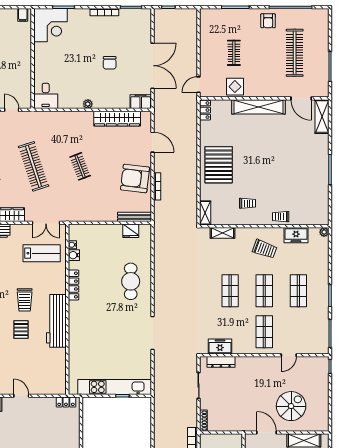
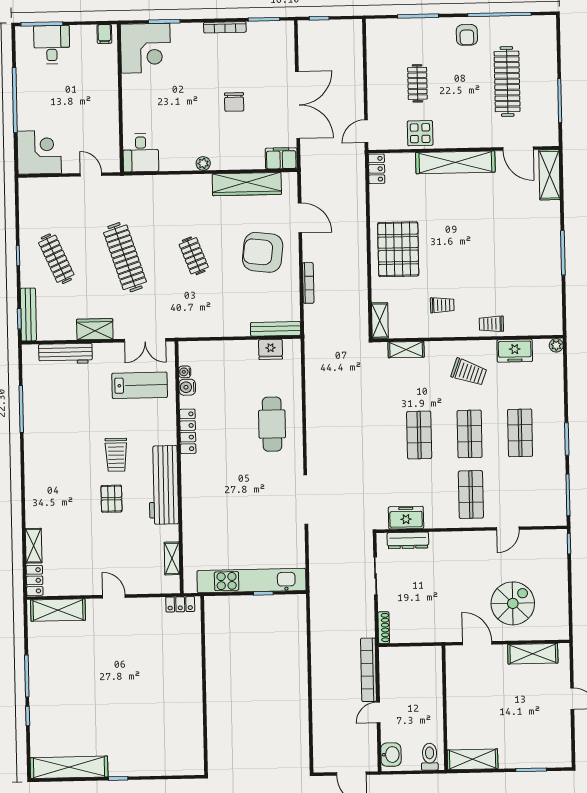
armchair: (135, 179) -> (263, 252), moved
shelving: (61, 371) -> (172, 558), added

